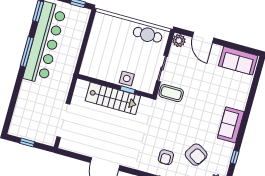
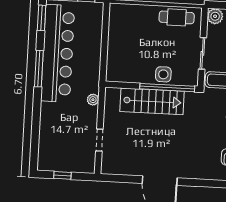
plant: (65, 87) -> (93, 100), added
window: (128, 90) -> (167, 88), width x3.17
doorway: (63, 120) -> (99, 140), width x0.53

